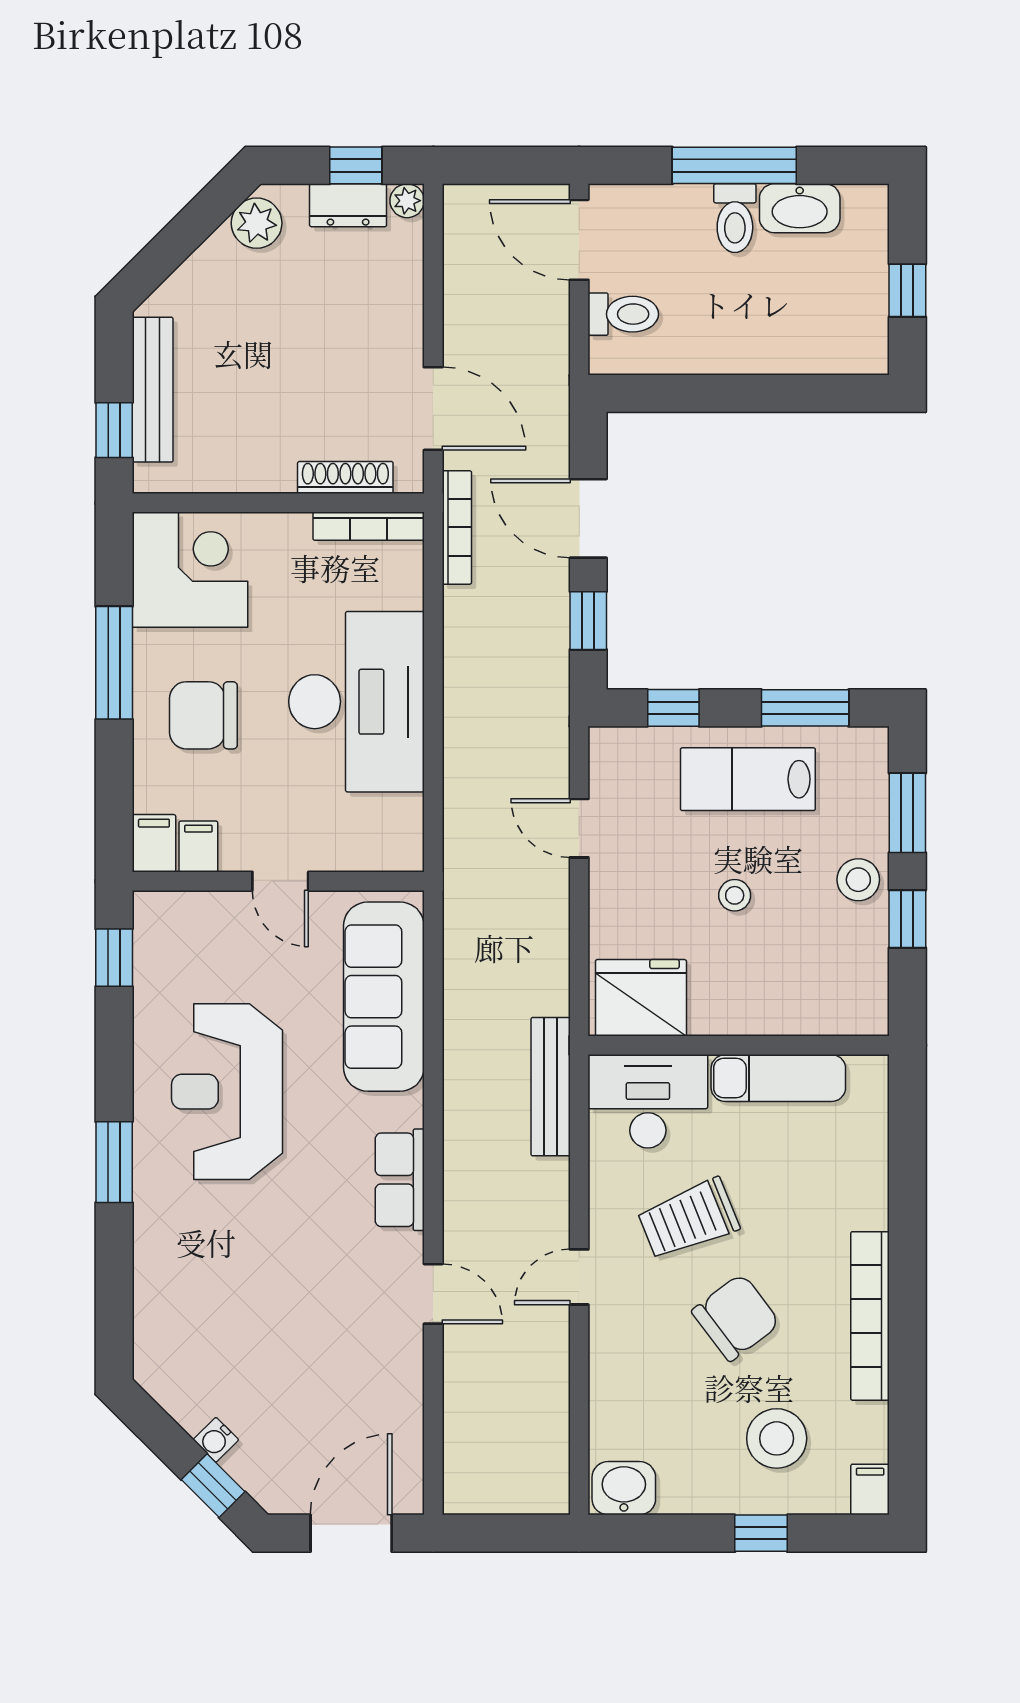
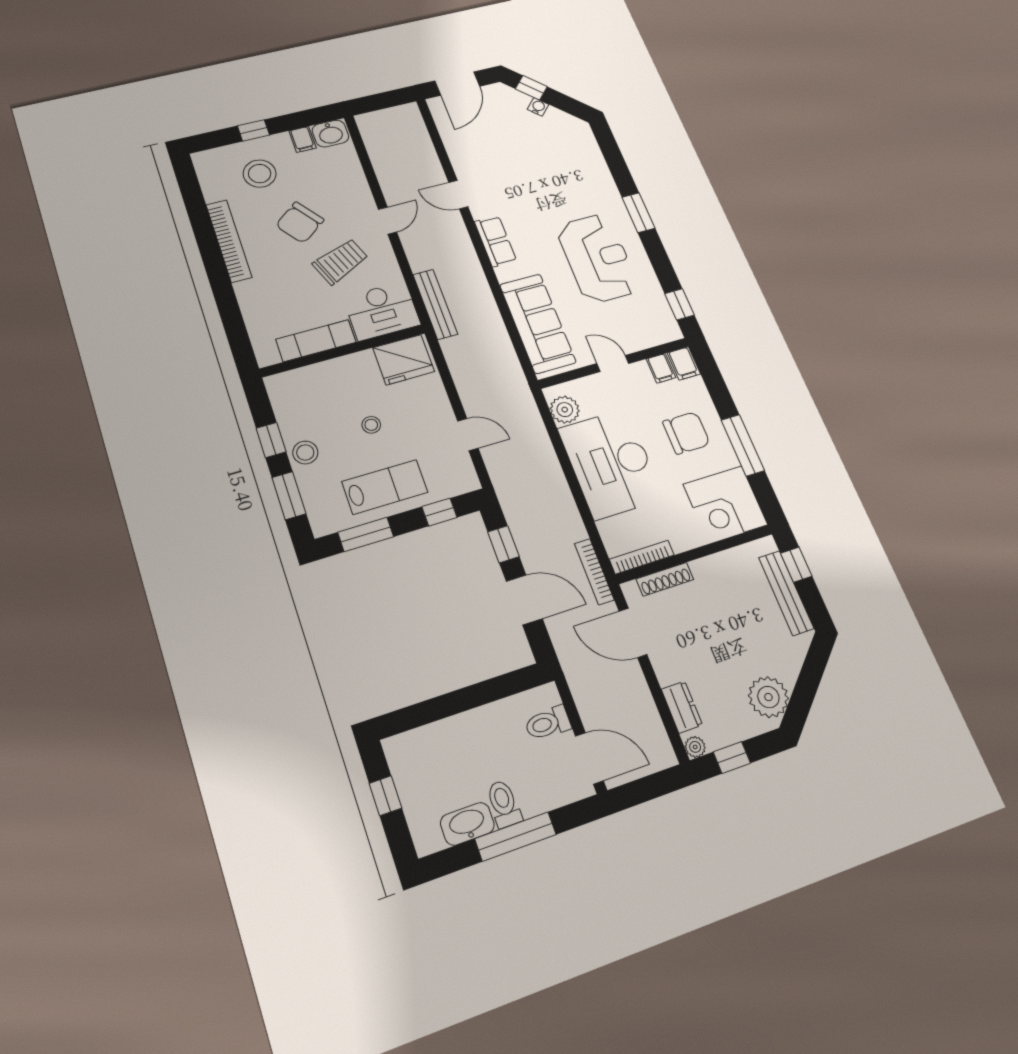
dresser: (348, 205) -> (682, 707), moved, turned 90
plant: (257, 223) -> (768, 697), width x1.36, depth x1.36
plant: (398, 822) -> (565, 410), added
filing cabinet: (870, 1489) -> (303, 139), moved

